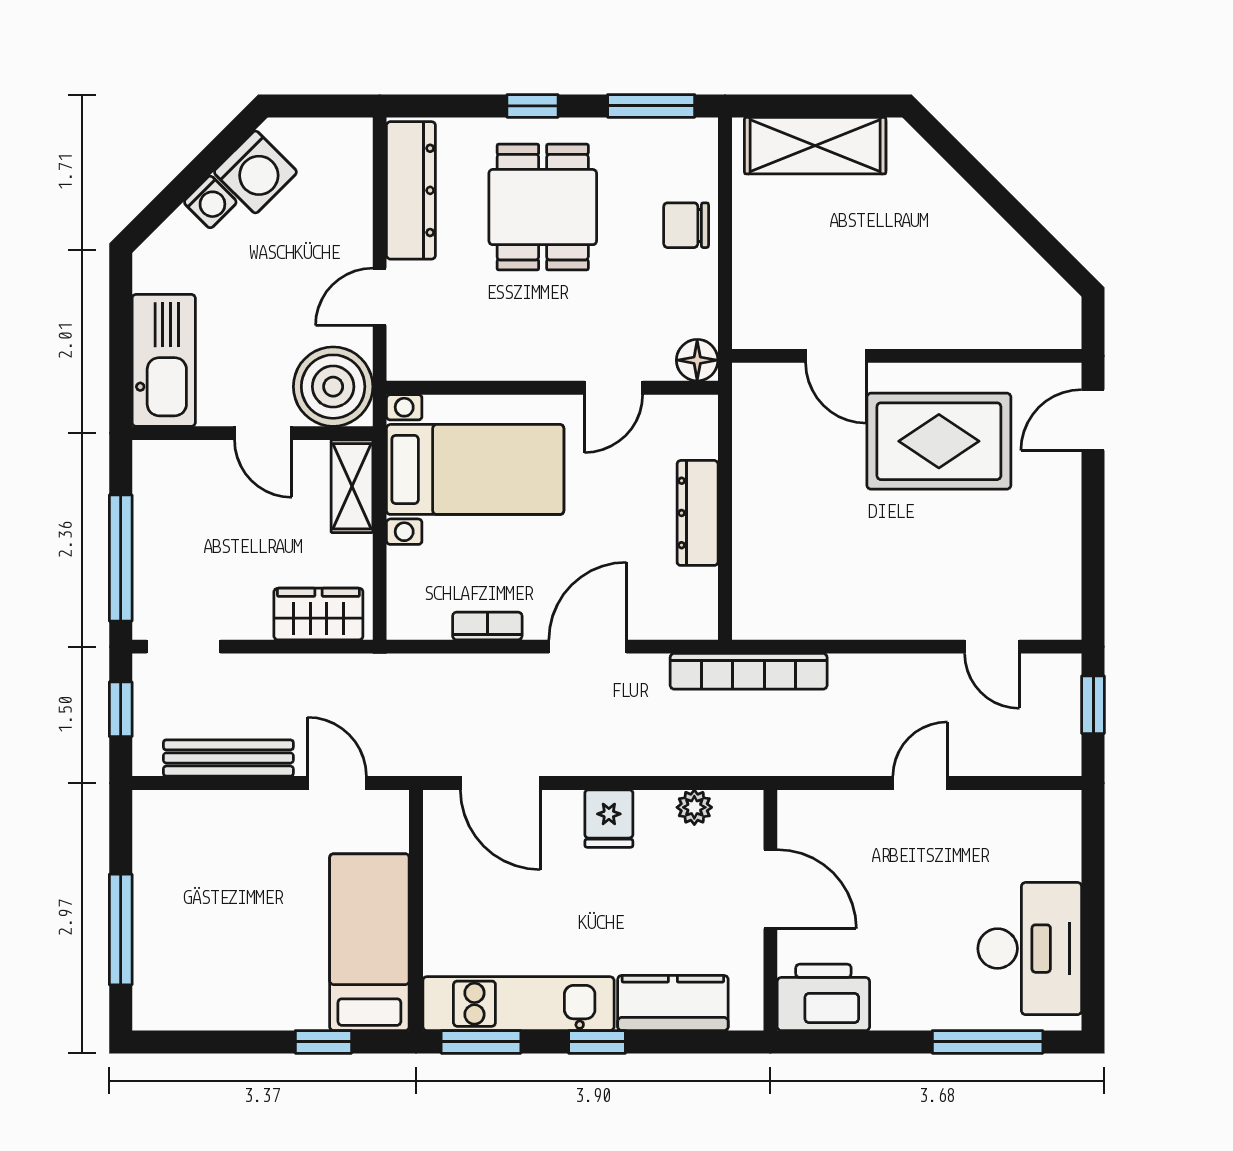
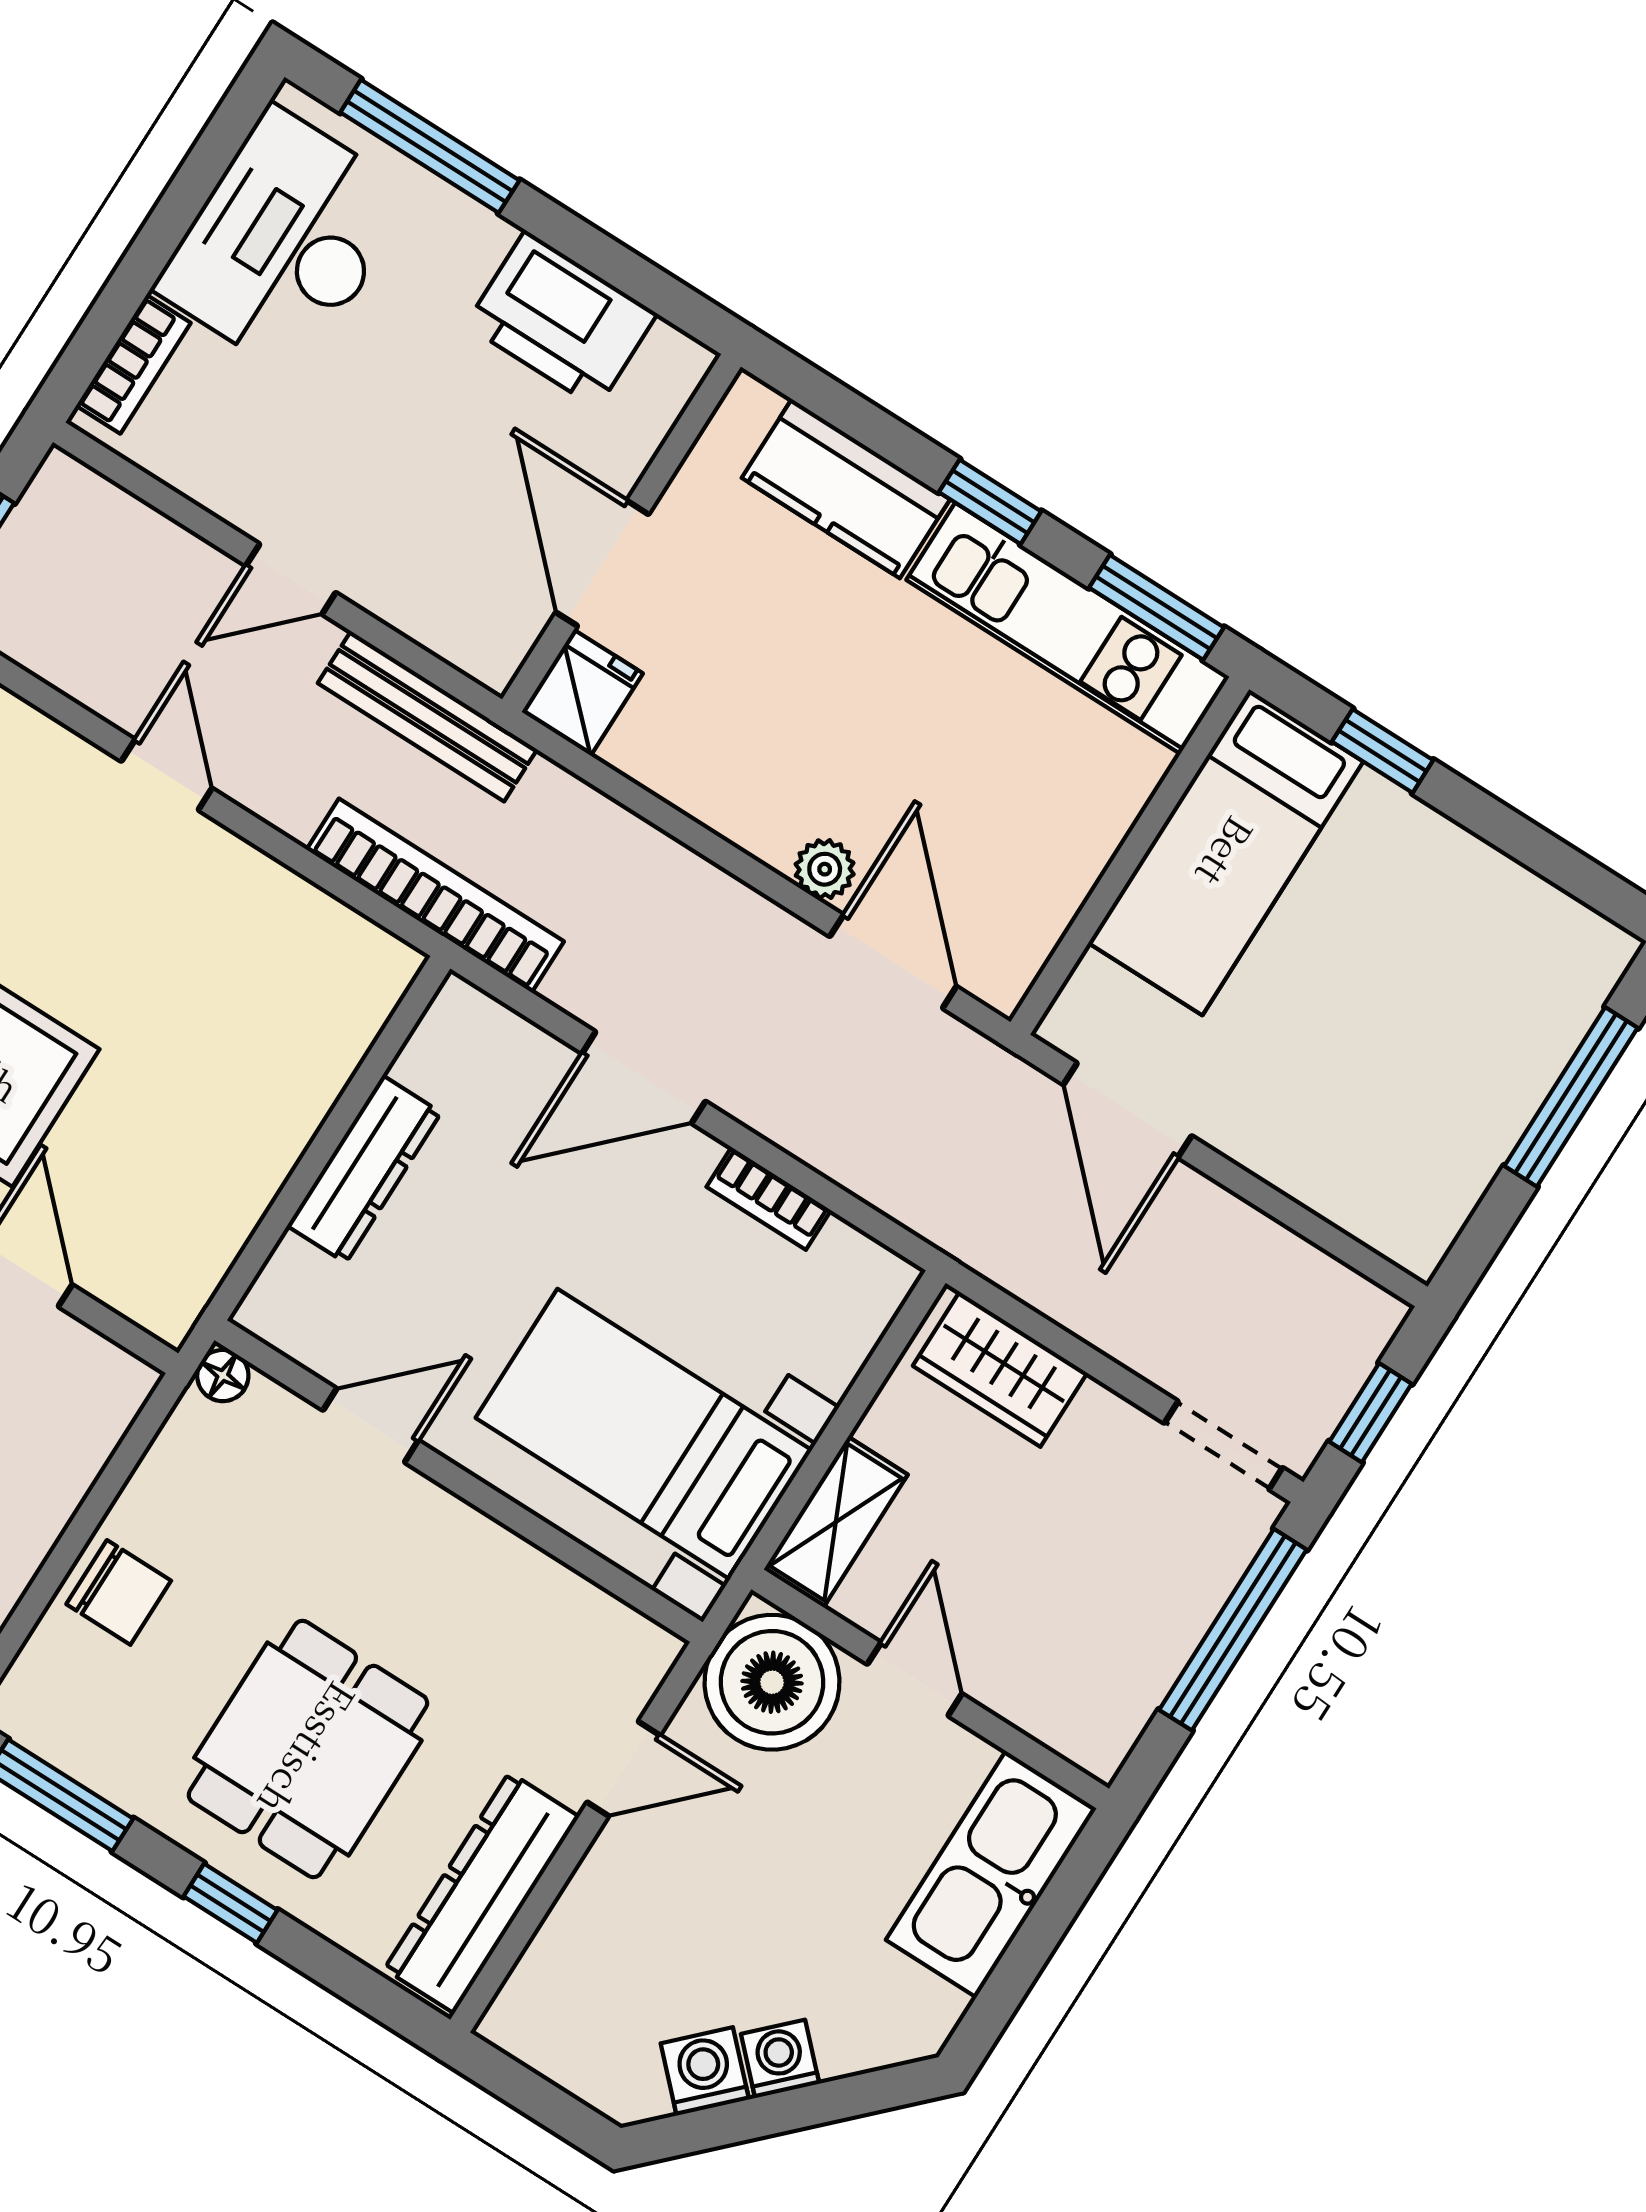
washing machine: (255, 172) -> (705, 2071), width x0.73, depth x0.73
floor lamp: (697, 360) -> (223, 1376), width x0.73, depth x0.73
door: (992, 647) -> (167, 775), moved
bench: (228, 758) -> (427, 716), moved
door: (337, 783) -> (1127, 1110), width x1.38
plant: (694, 807) -> (825, 869), moved
fridge: (609, 819) -> (582, 693), moved
bookcase: (1066, 840) -> (133, 364), added
printer: (823, 997) -> (561, 319), moved

